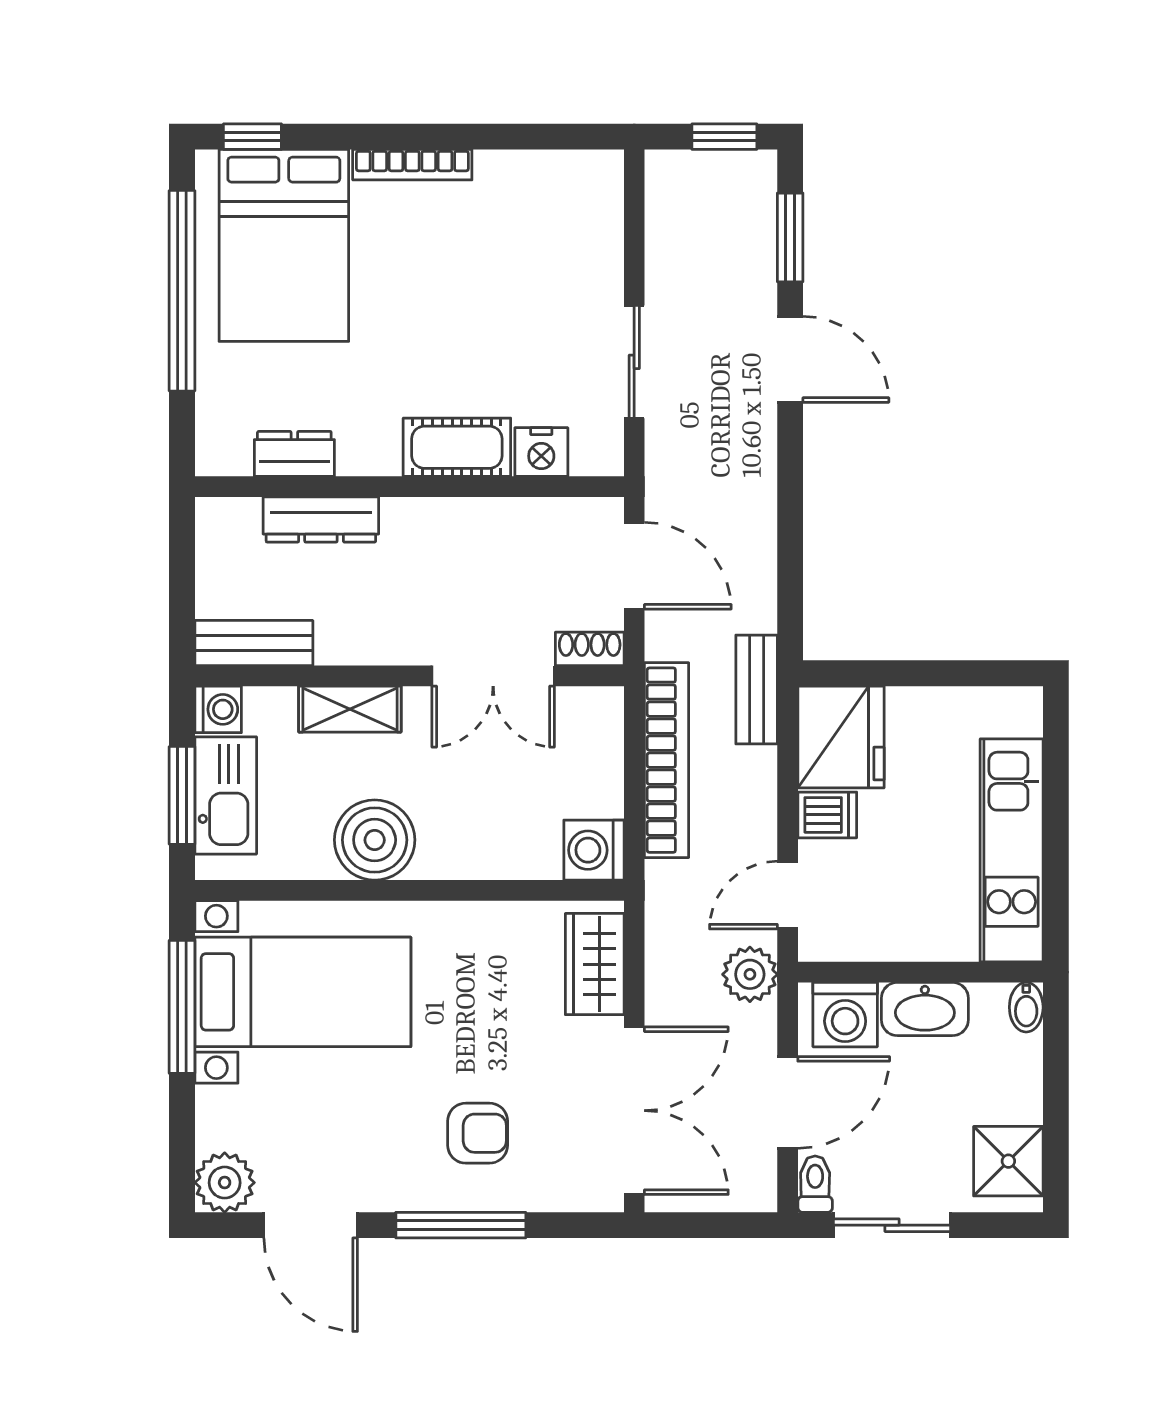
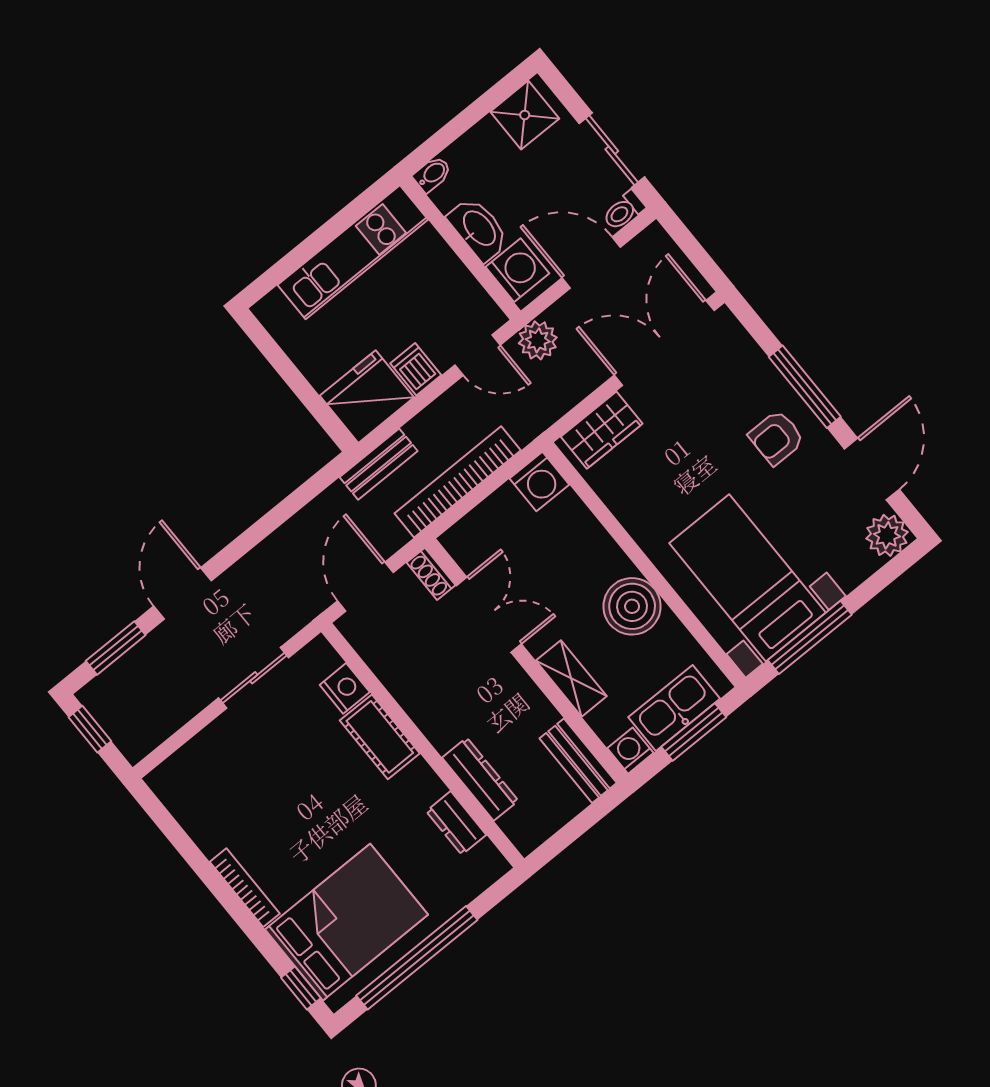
armchair: (478, 1133) -> (776, 438), moved, turned -90

